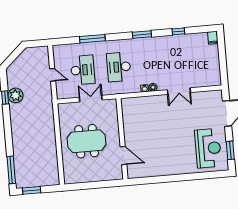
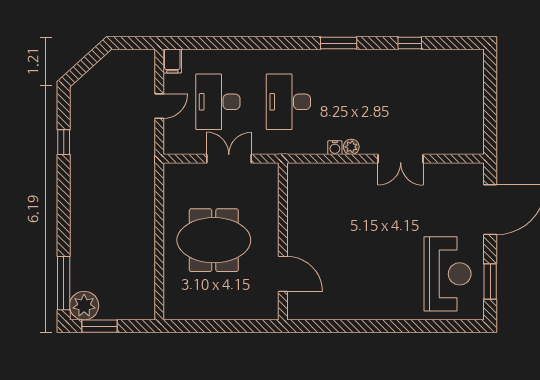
filing cabinet: (213, 38) -> (172, 61), moved
window: (92, 39) -> (242, 43), removed
desk: (83, 70) -> (218, 102), turned 180
door: (53, 75) -> (159, 106), hinge flipped
plant: (15, 95) -> (84, 306), moved

